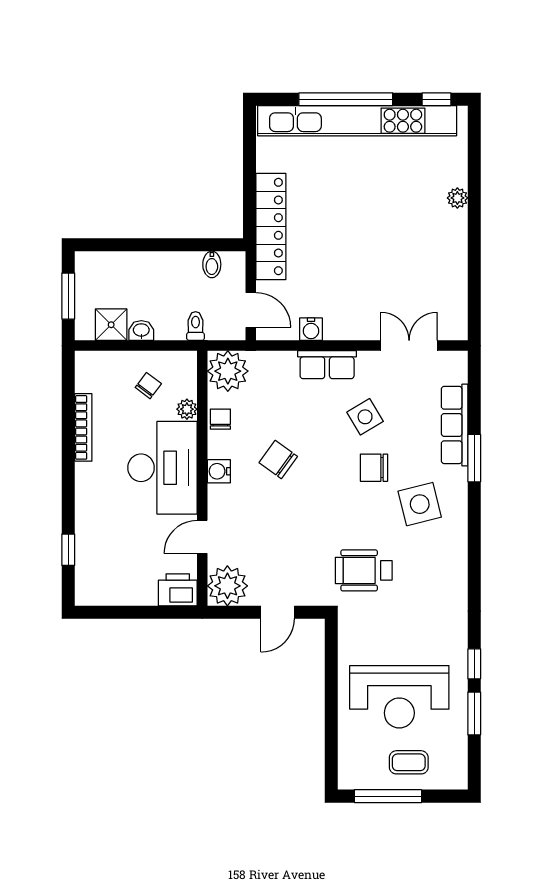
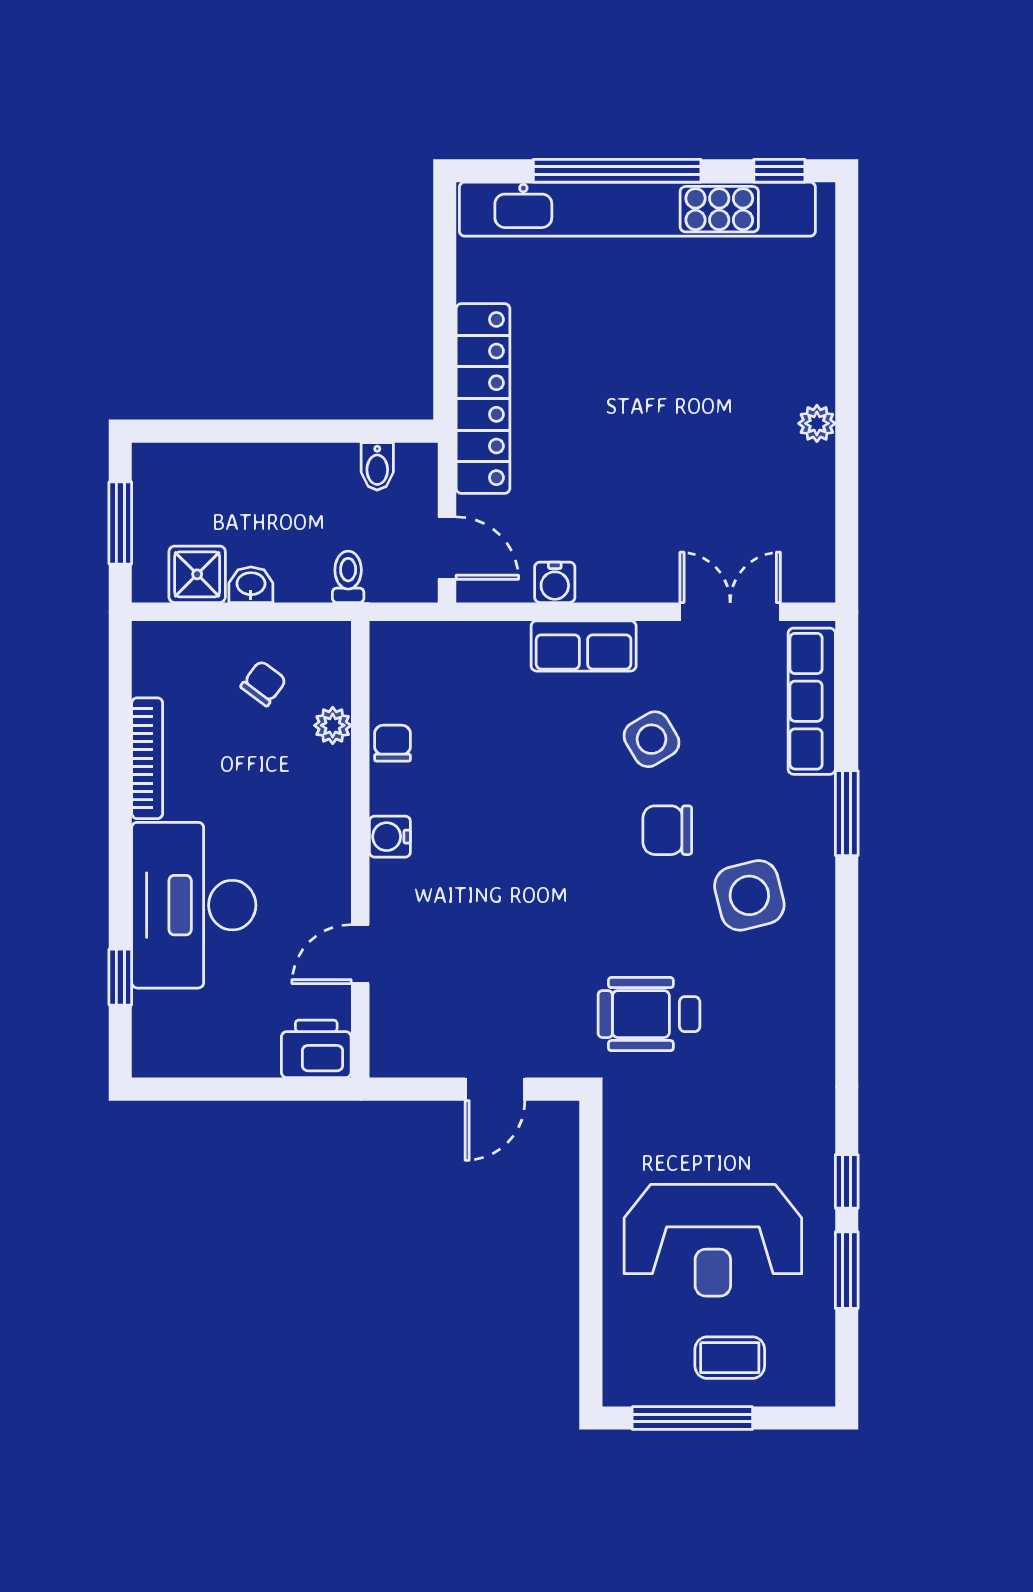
plant: (457, 198) -> (817, 423), moved
plant: (228, 371) -> (406, 657), removed
row of seats: (455, 425) -> (812, 701), moved
chair: (278, 459) -> (496, 815), removed
desk: (162, 468) -> (194, 905), moved, turned 180
plant: (227, 586) -> (405, 1042), removed

